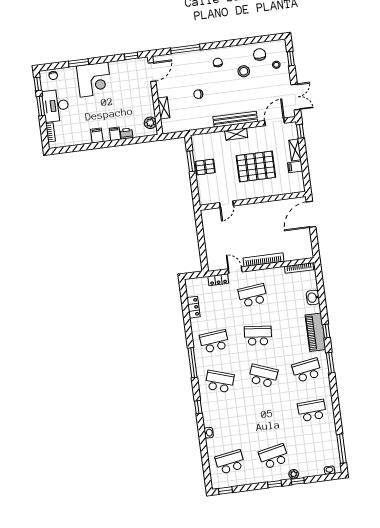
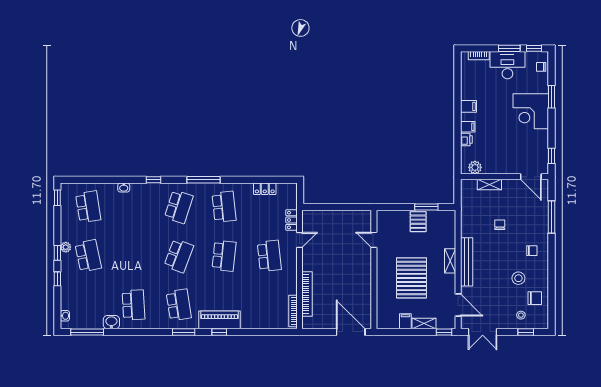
bookcase: (264, 260) -> (307, 294), moved
washbasin: (313, 297) -> (111, 322), moved
plant: (294, 474) -> (66, 247), moved

